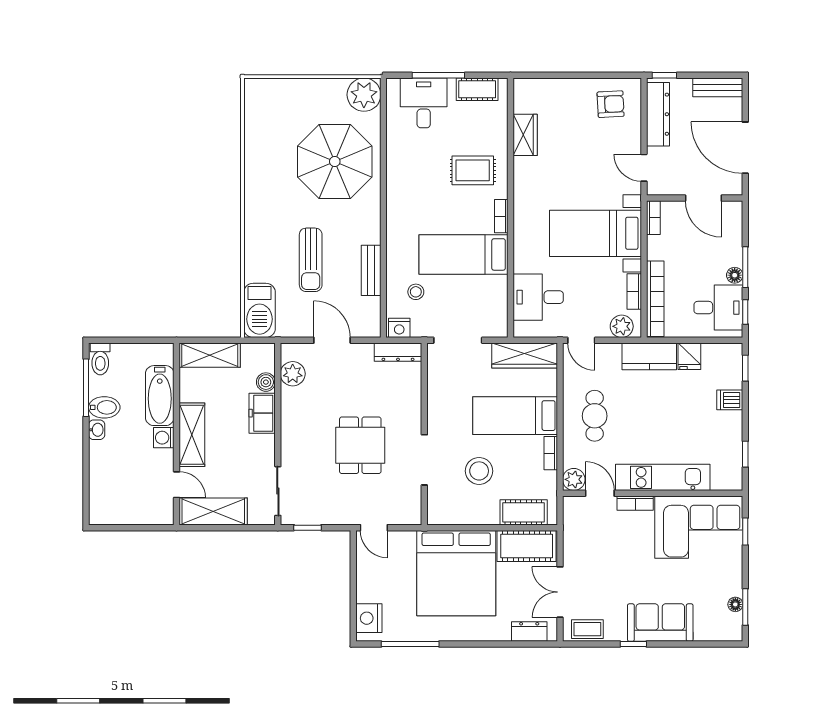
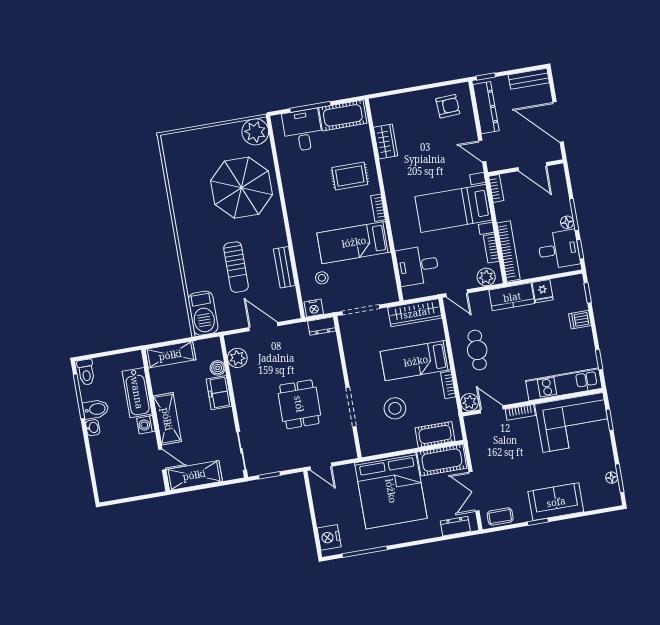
cot: (477, 89) -> (343, 115), width x1.37, depth x1.34
dresser: (398, 352) -> (322, 326), width x0.70
kitchen unit: (663, 477) -> (564, 384), moved

